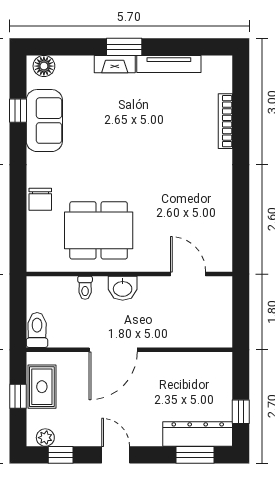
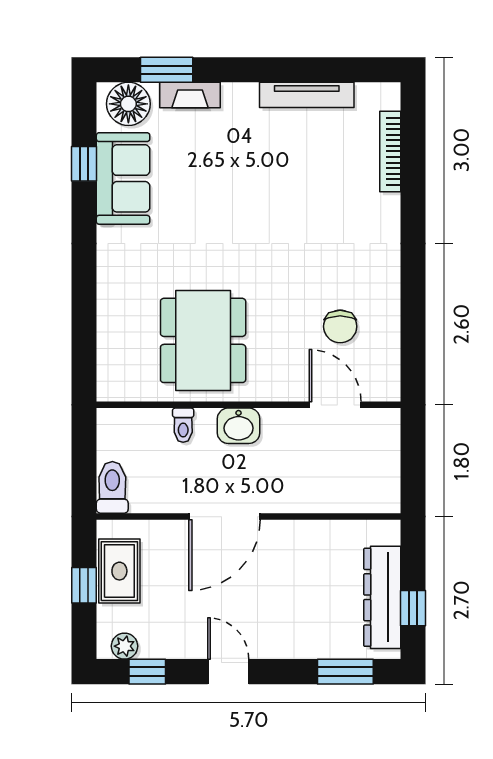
window: (124, 47) -> (167, 70), moved
fireplace: (115, 64) -> (190, 95), moved
floor lamp: (44, 66) -> (128, 104), width x1.38, depth x1.38
bookcase: (225, 121) -> (390, 151), moved
chair: (40, 199) -> (340, 326), moved
dining table: (99, 230) -> (203, 340), turned 90
dresser: (198, 434) -> (382, 597), moved, turned -90

